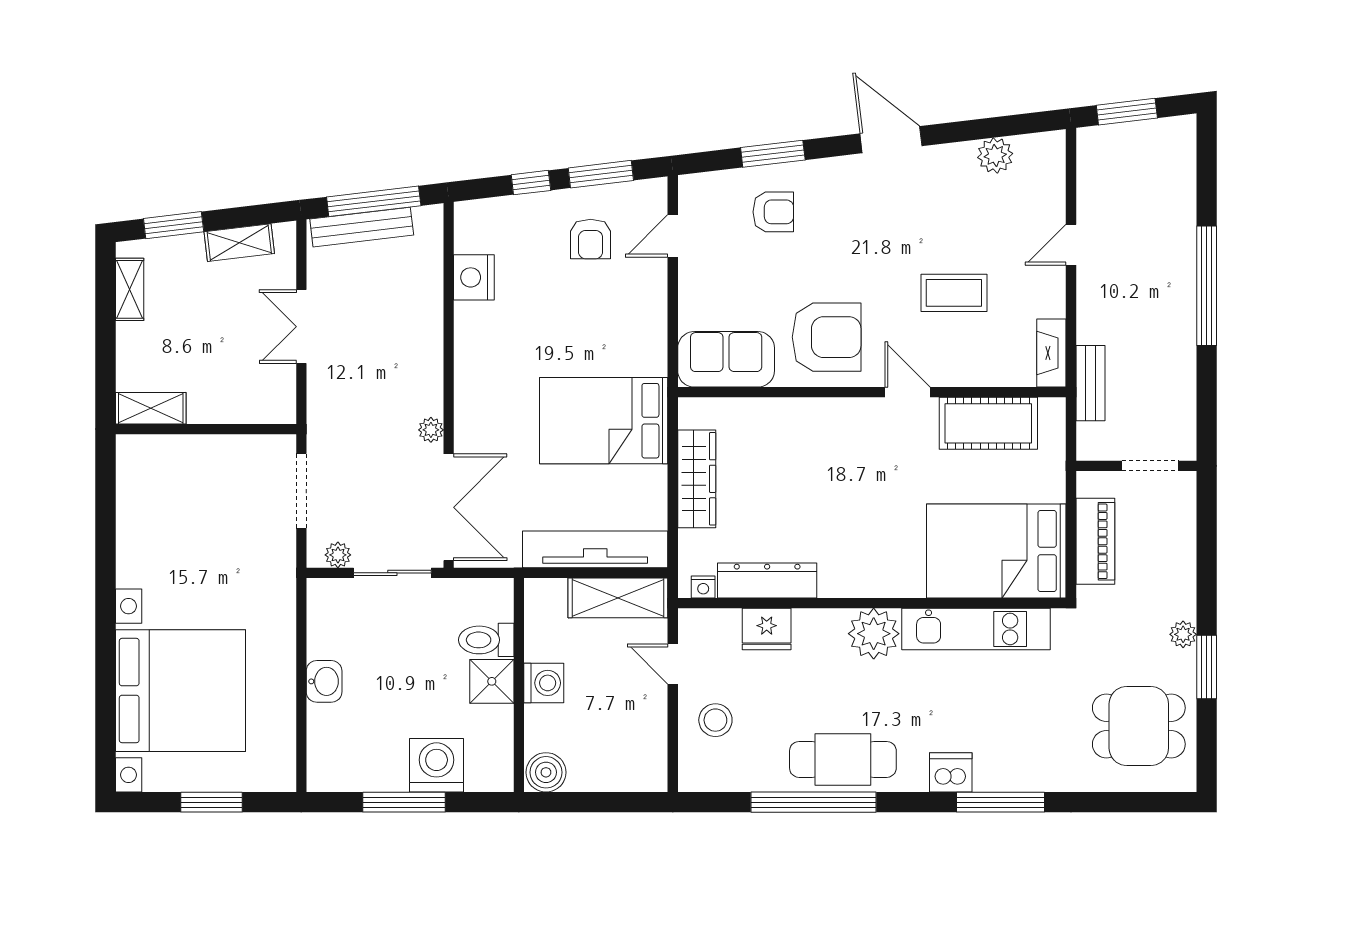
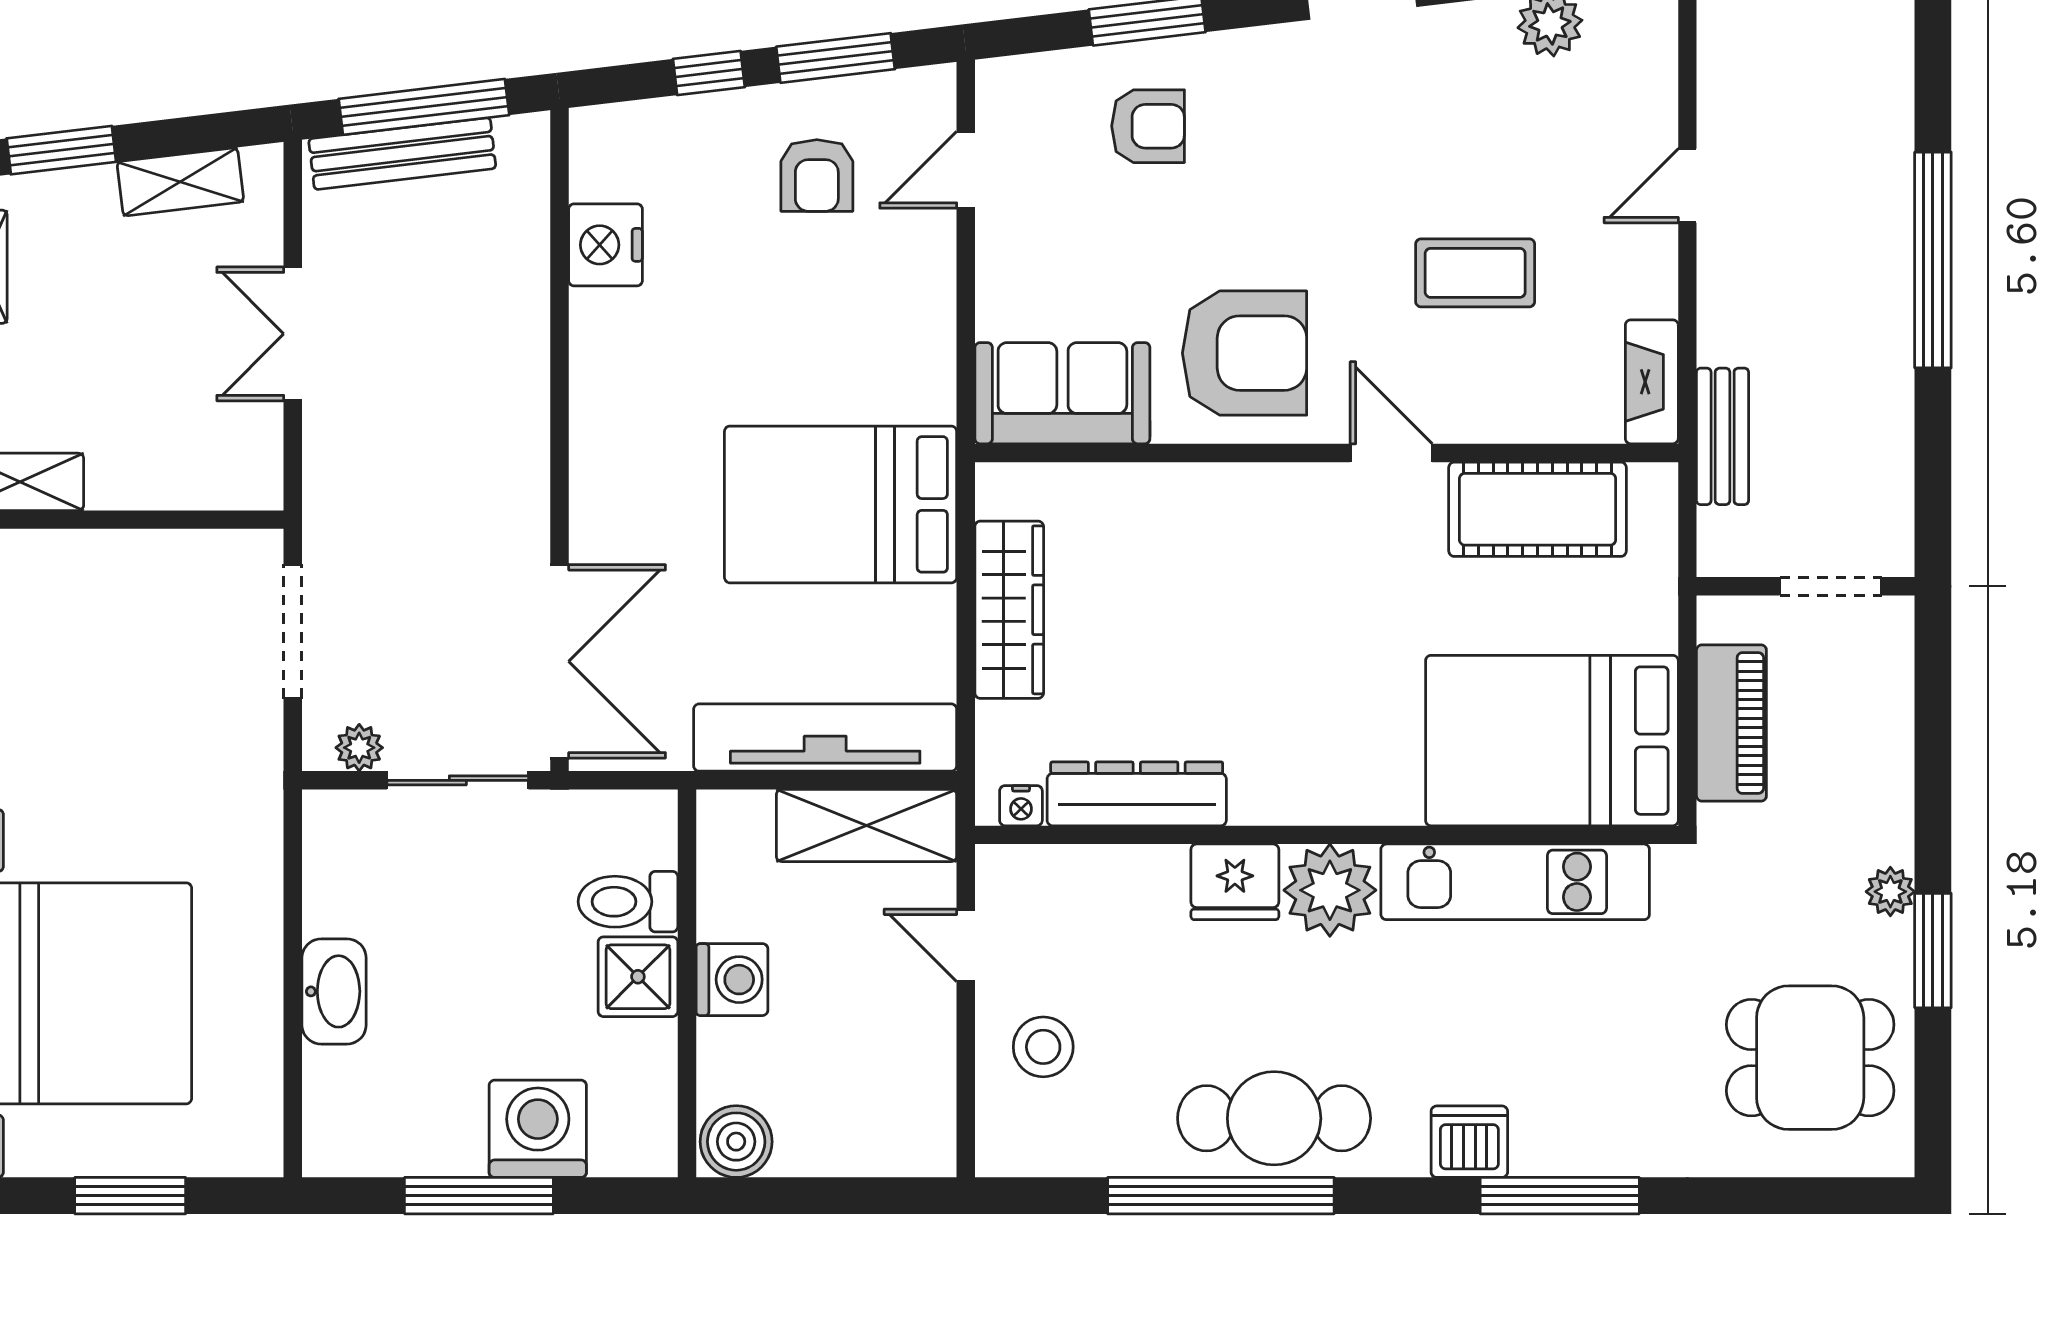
plant: (431, 430) -> (528, 521), removed
fridge: (767, 629) -> (1235, 882), moved
washbasin: (324, 681) -> (334, 991), width x1.38

